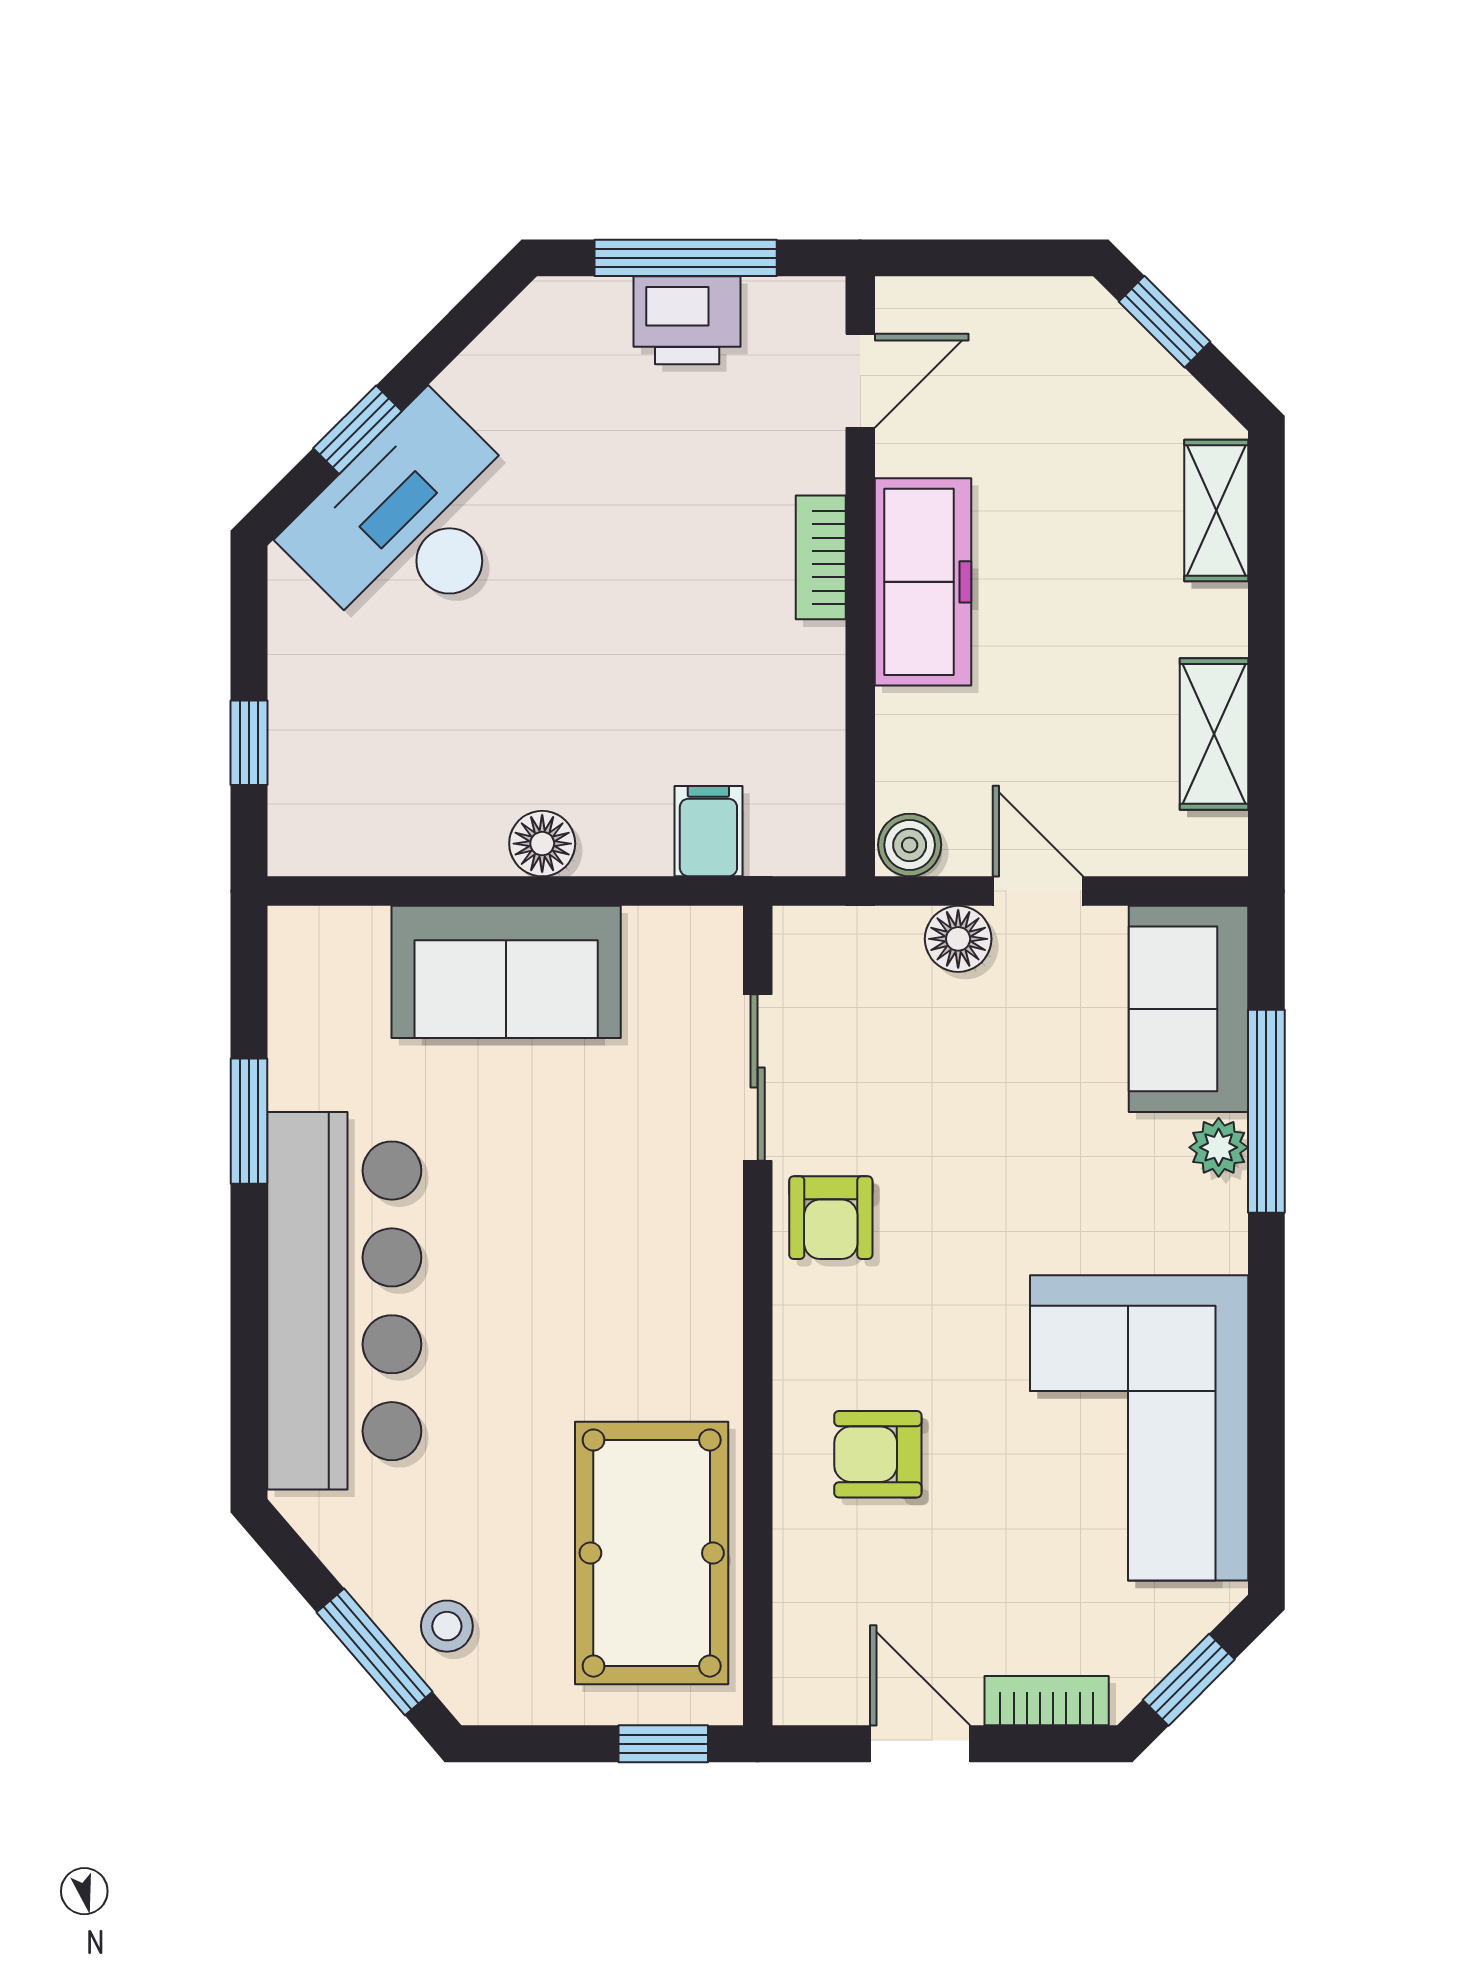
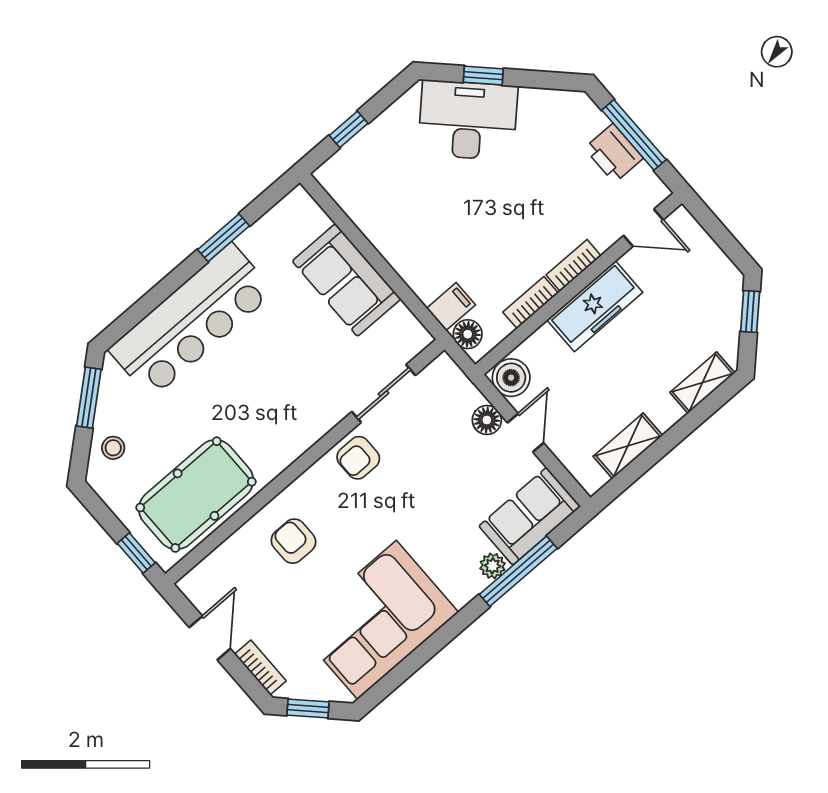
bookcase: (821, 688) -> (530, 303), added
floor lamp: (542, 844) -> (468, 334), moved
boiler: (910, 845) -> (511, 378), width x1.36, depth x1.36
window: (374, 1652) -> (89, 398), moved

